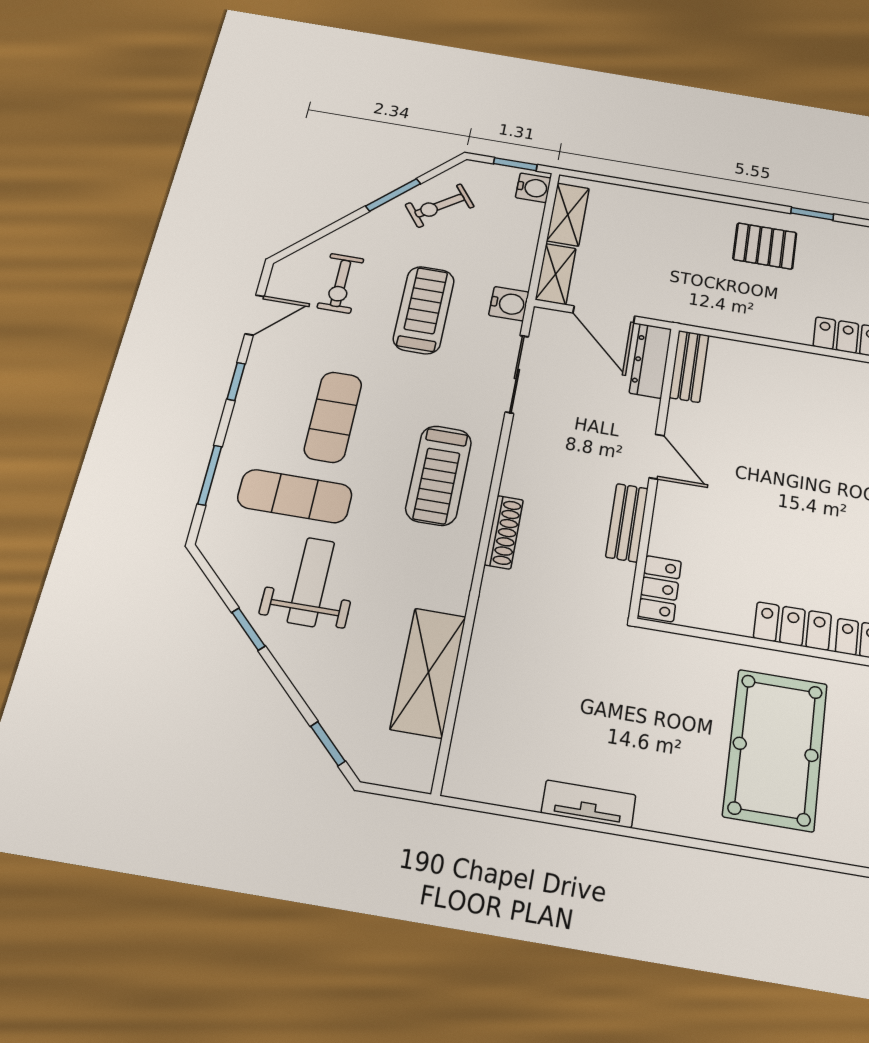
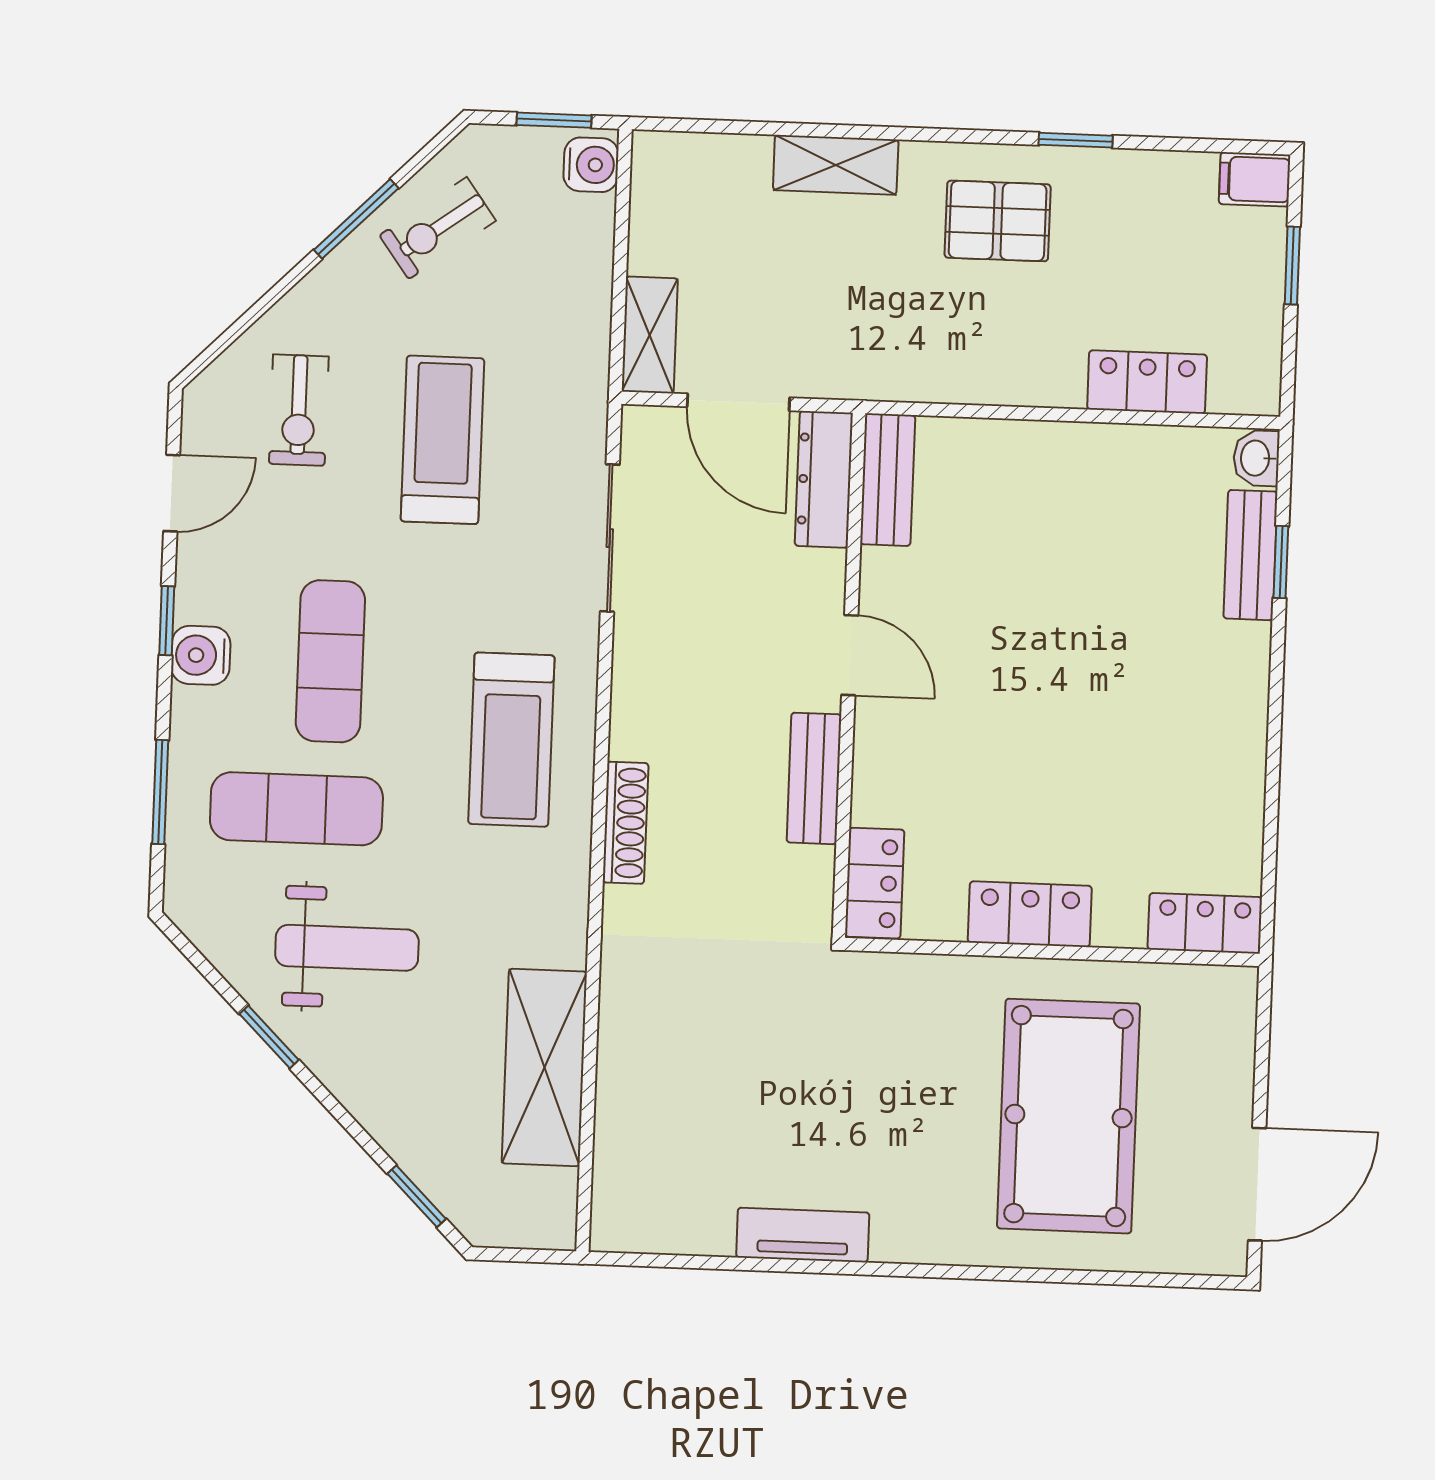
shelving: (568, 215) -> (836, 165), moved, turned 90
water cooler: (509, 304) -> (201, 655), moved, turned 180
weight bench: (311, 582) -> (347, 948), turned 90
locker: (793, 626) -> (1030, 914), moved

